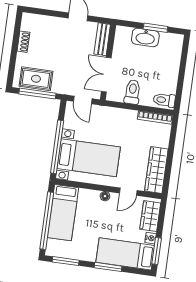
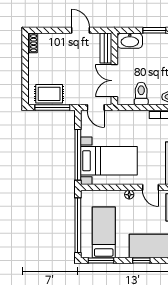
washbasin: (145, 37) -> (130, 41), moved
shoe rack: (23, 42) -> (32, 43), moved
door: (128, 192) -> (150, 187), hinge flipped
bed: (63, 213) -> (104, 232), moved, turned 180
window: (108, 267) -> (141, 261), width x0.67

